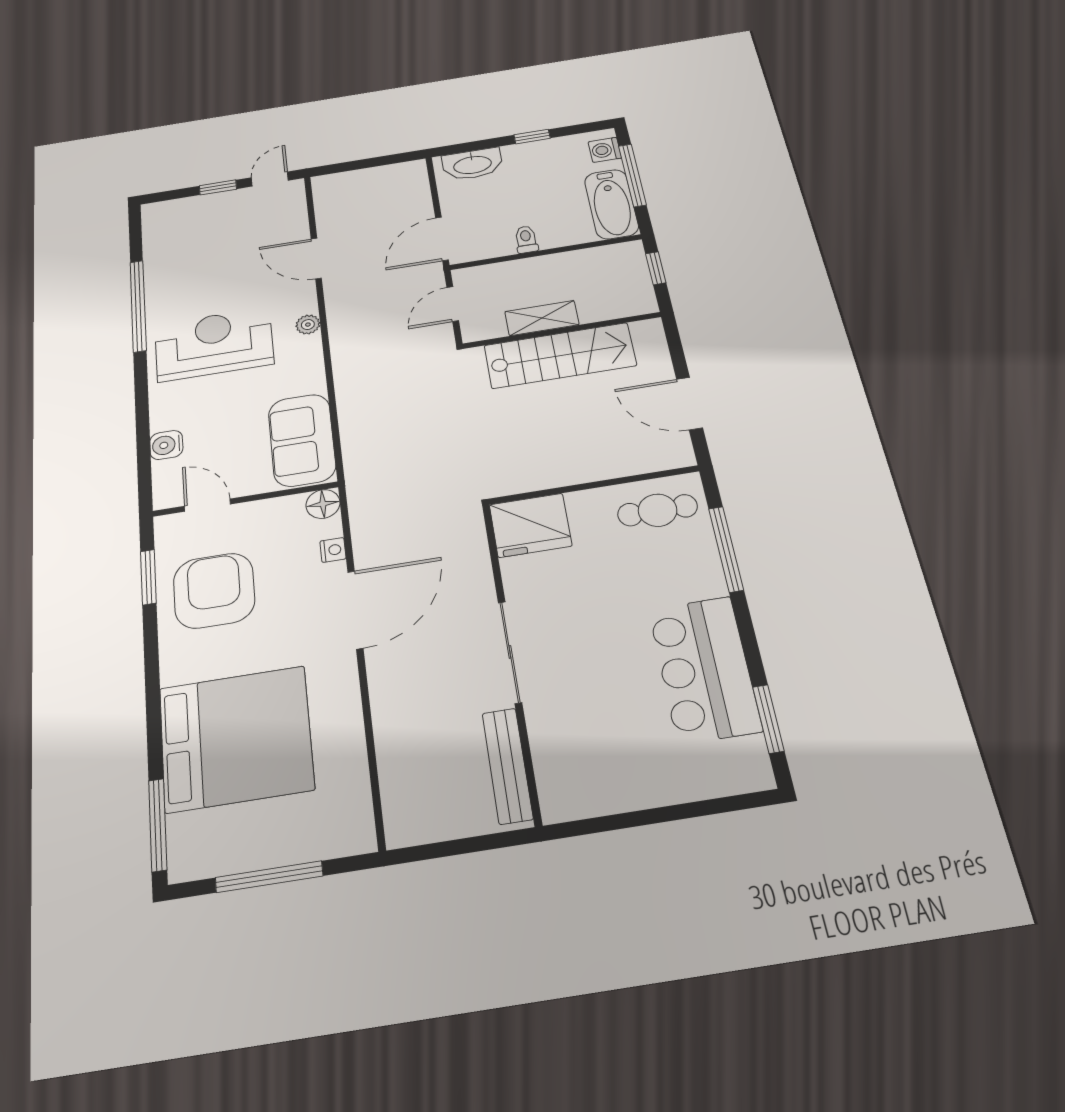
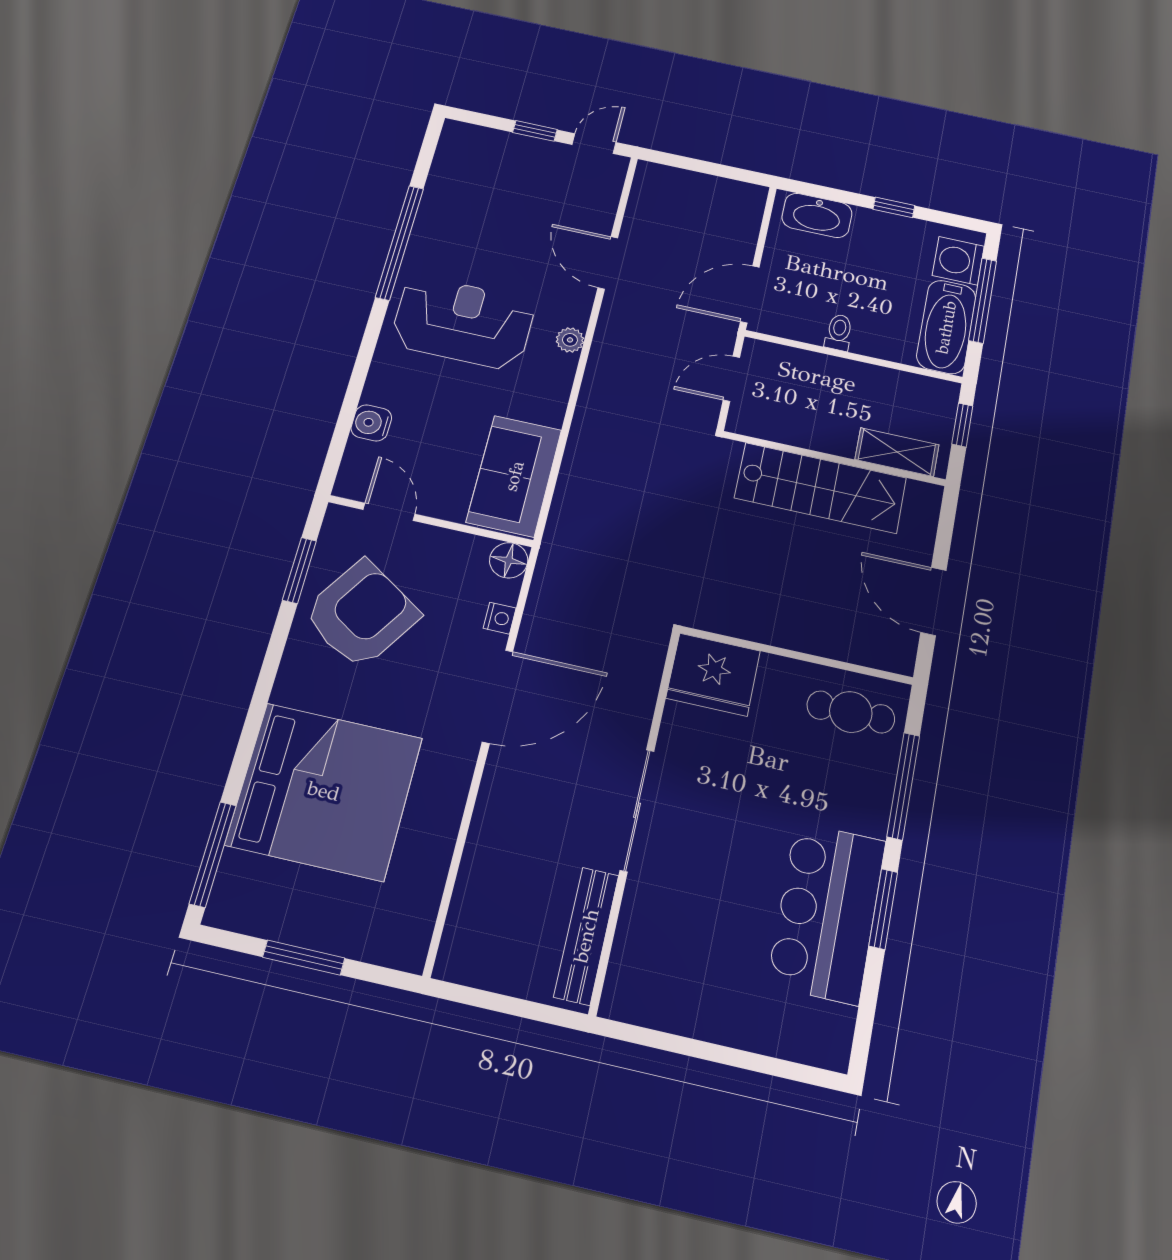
washing machine: (605, 150) -> (958, 261), width x1.38, depth x1.38
shelving: (542, 318) -> (897, 452), moved
armchair: (214, 591) -> (361, 614), turned 33
window: (768, 719) -> (883, 909), moved
window: (269, 877) -> (304, 958), width x0.69

